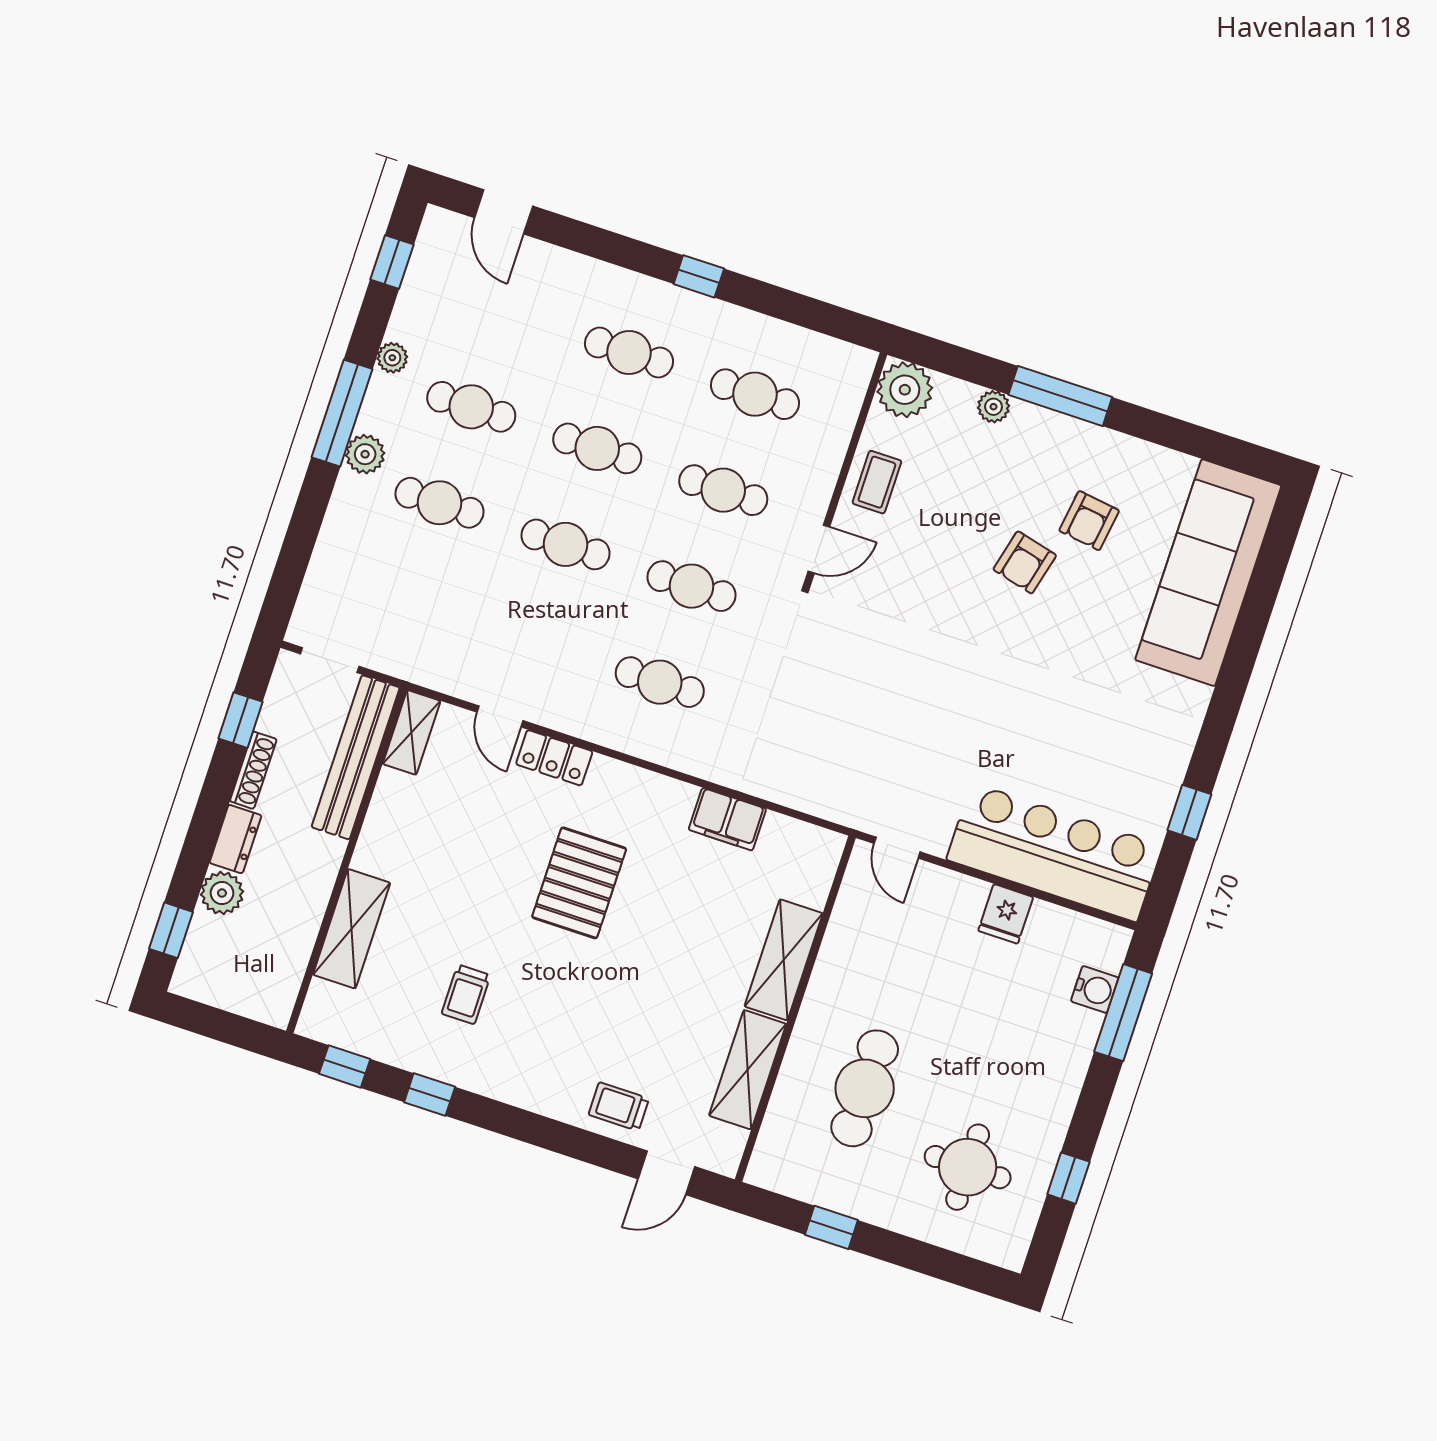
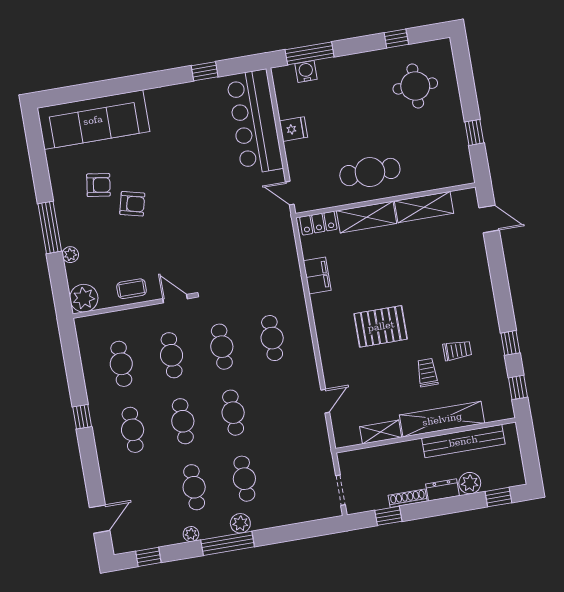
shelving: (412, 732) -> (381, 432), moved
bench: (356, 757) -> (463, 441), moved
locker: (554, 758) -> (318, 223), moved, turned 90
door: (897, 848) -> (290, 193), swing flipped
shelving: (352, 929) -> (442, 419), width x1.47
cafe table: (865, 1088) -> (370, 172), moved
trolley: (619, 1107) -> (427, 373), moved, turned 180

